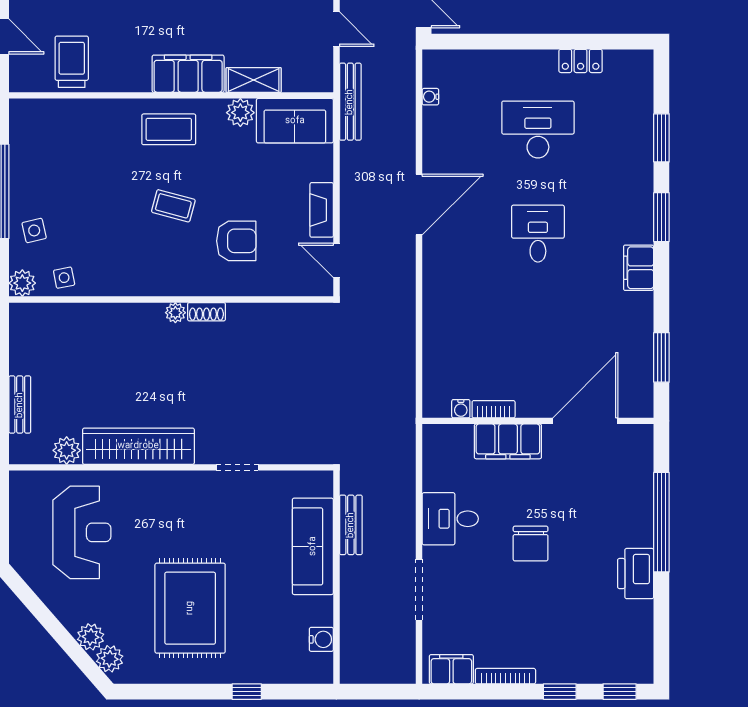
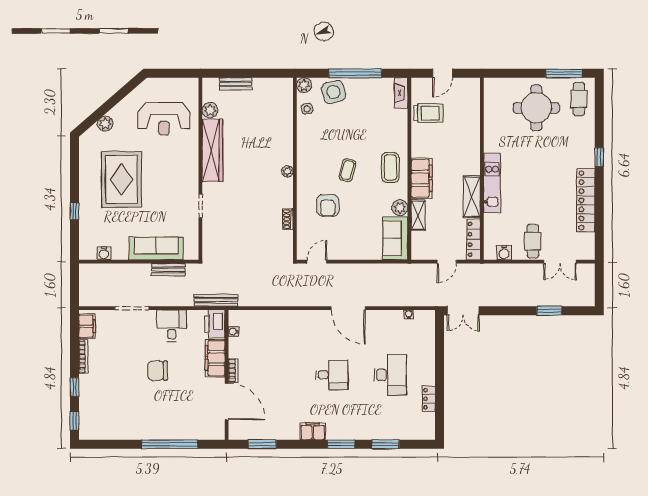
bench: (350, 102) -> (216, 300), moved
fireplace: (322, 210) -> (401, 93), moved, turned -90
side table: (34, 230) -> (334, 92), width x1.87, depth x1.87
shoe rack: (206, 312) -> (288, 219), moved
bookcase: (494, 409) -> (233, 371), moved
printer: (636, 574) -> (215, 324), moved, turned -90
rug: (190, 608) -> (121, 179), turned 90
plant: (110, 659) -> (93, 134), removed

